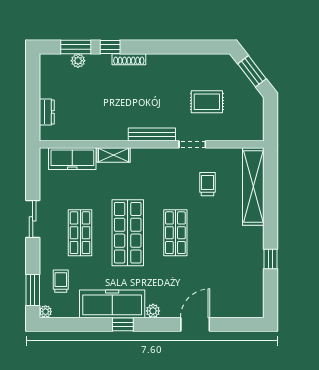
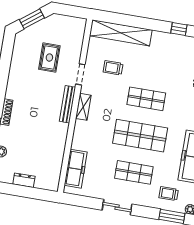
dresser: (47, 112) -> (24, 180), moved
shelving: (114, 155) -> (83, 107), moved

